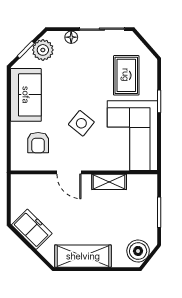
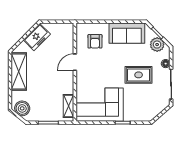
rug: (126, 75) -> (139, 75), moved
side table: (81, 123) -> (108, 70), removed
armchair: (38, 143) -> (95, 41), turned -90
shelving: (109, 182) -> (69, 106), moved

